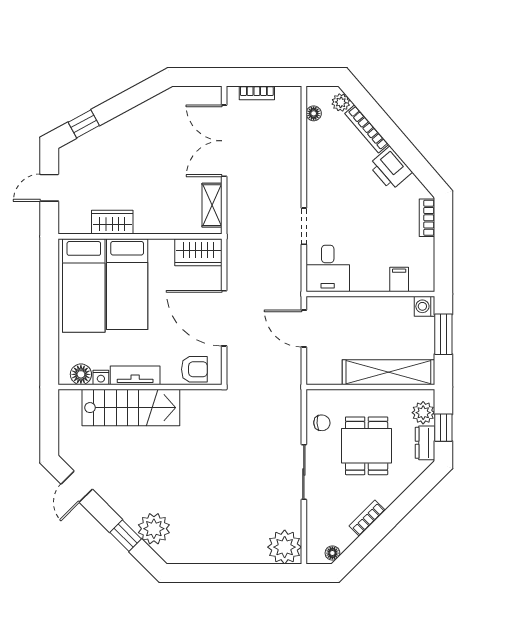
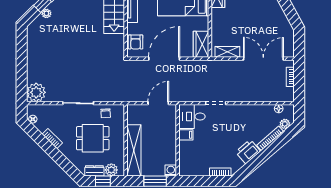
filing cabinet: (399, 279) -> (186, 135), moved
plant: (154, 529) -> (46, 13), width x0.53, depth x0.53

